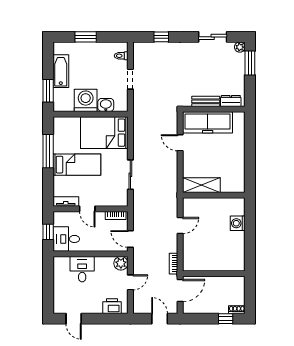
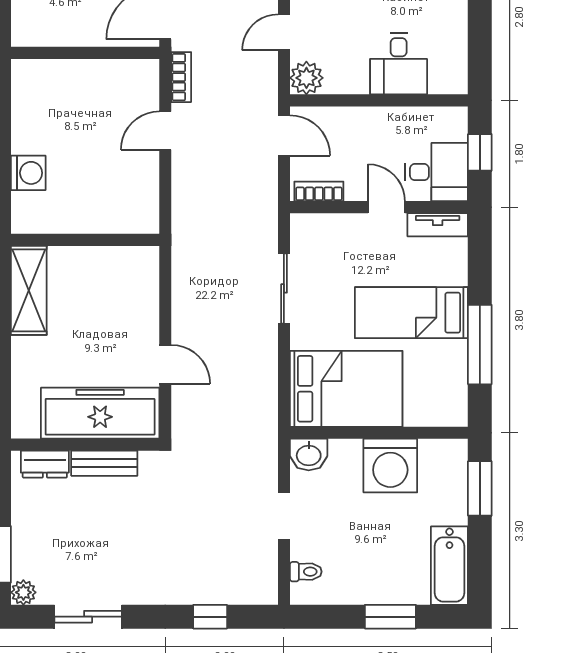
bathtub: (61, 71) -> (449, 566), moved
washbasin: (106, 105) -> (309, 455), moved
shelving: (201, 185) -> (29, 290), moved, turned 90
door: (180, 226) -> (165, 131), moved
desk: (66, 239) -> (436, 172), moved

